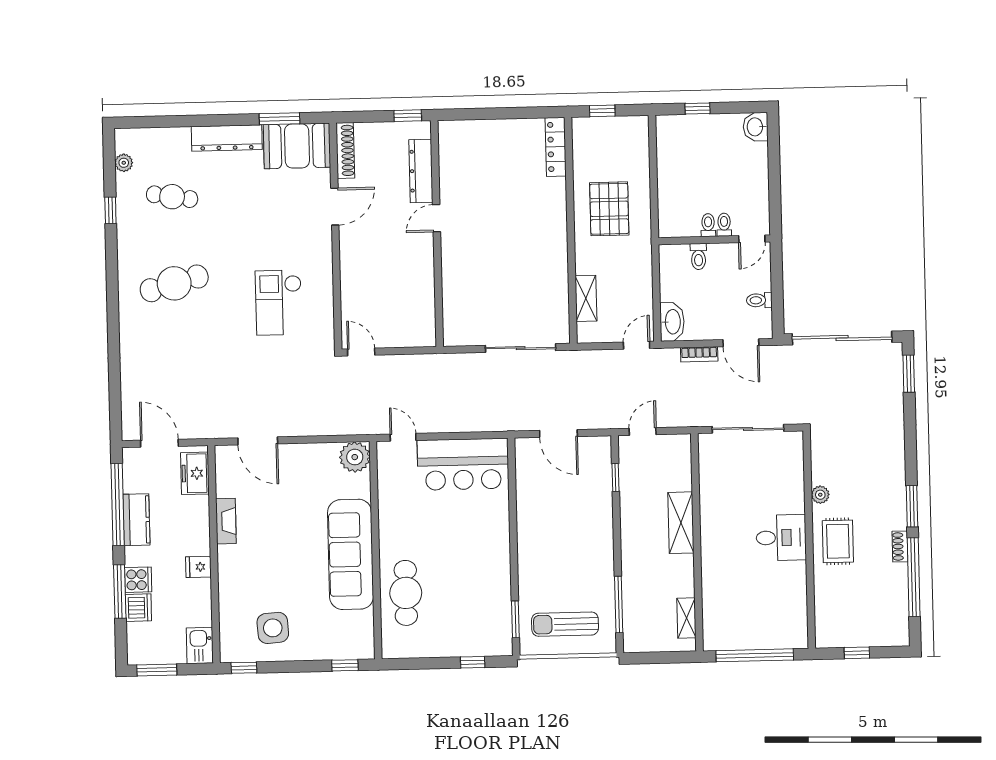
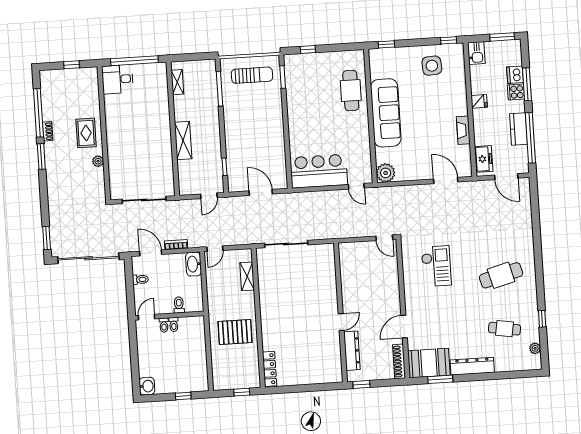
pallet: (609, 209) -> (235, 332), turned 90
desk: (781, 538) -> (118, 79), moved

